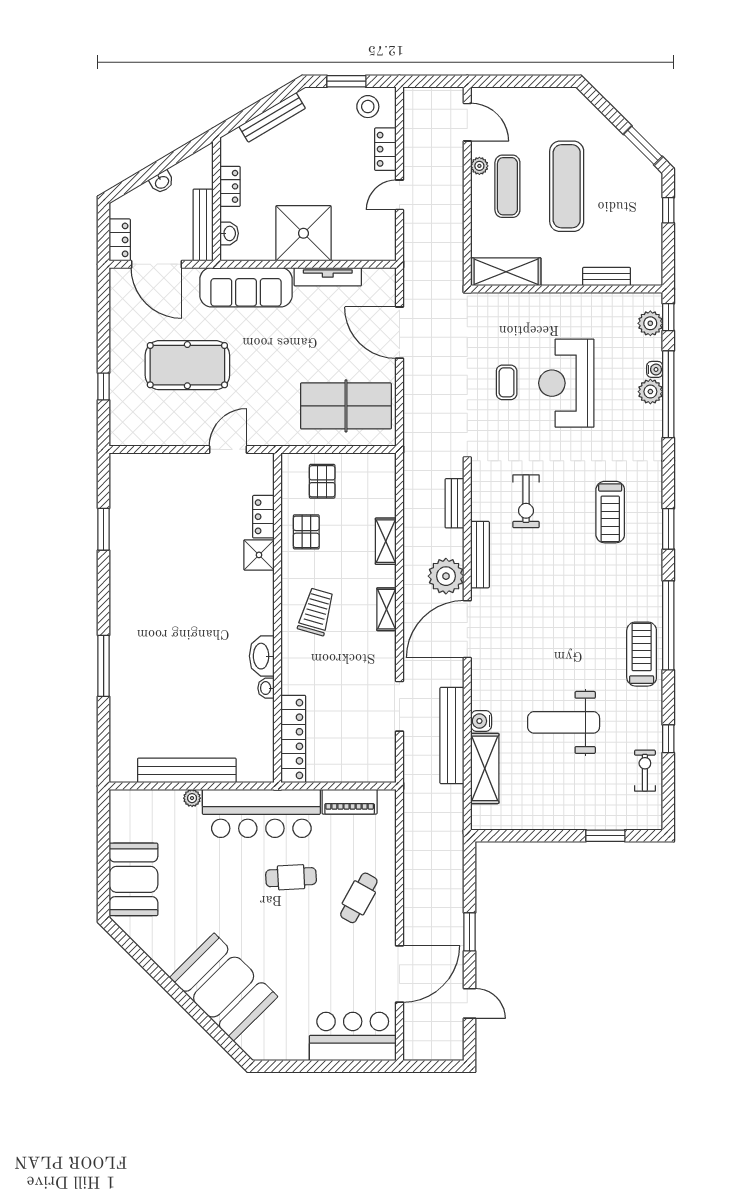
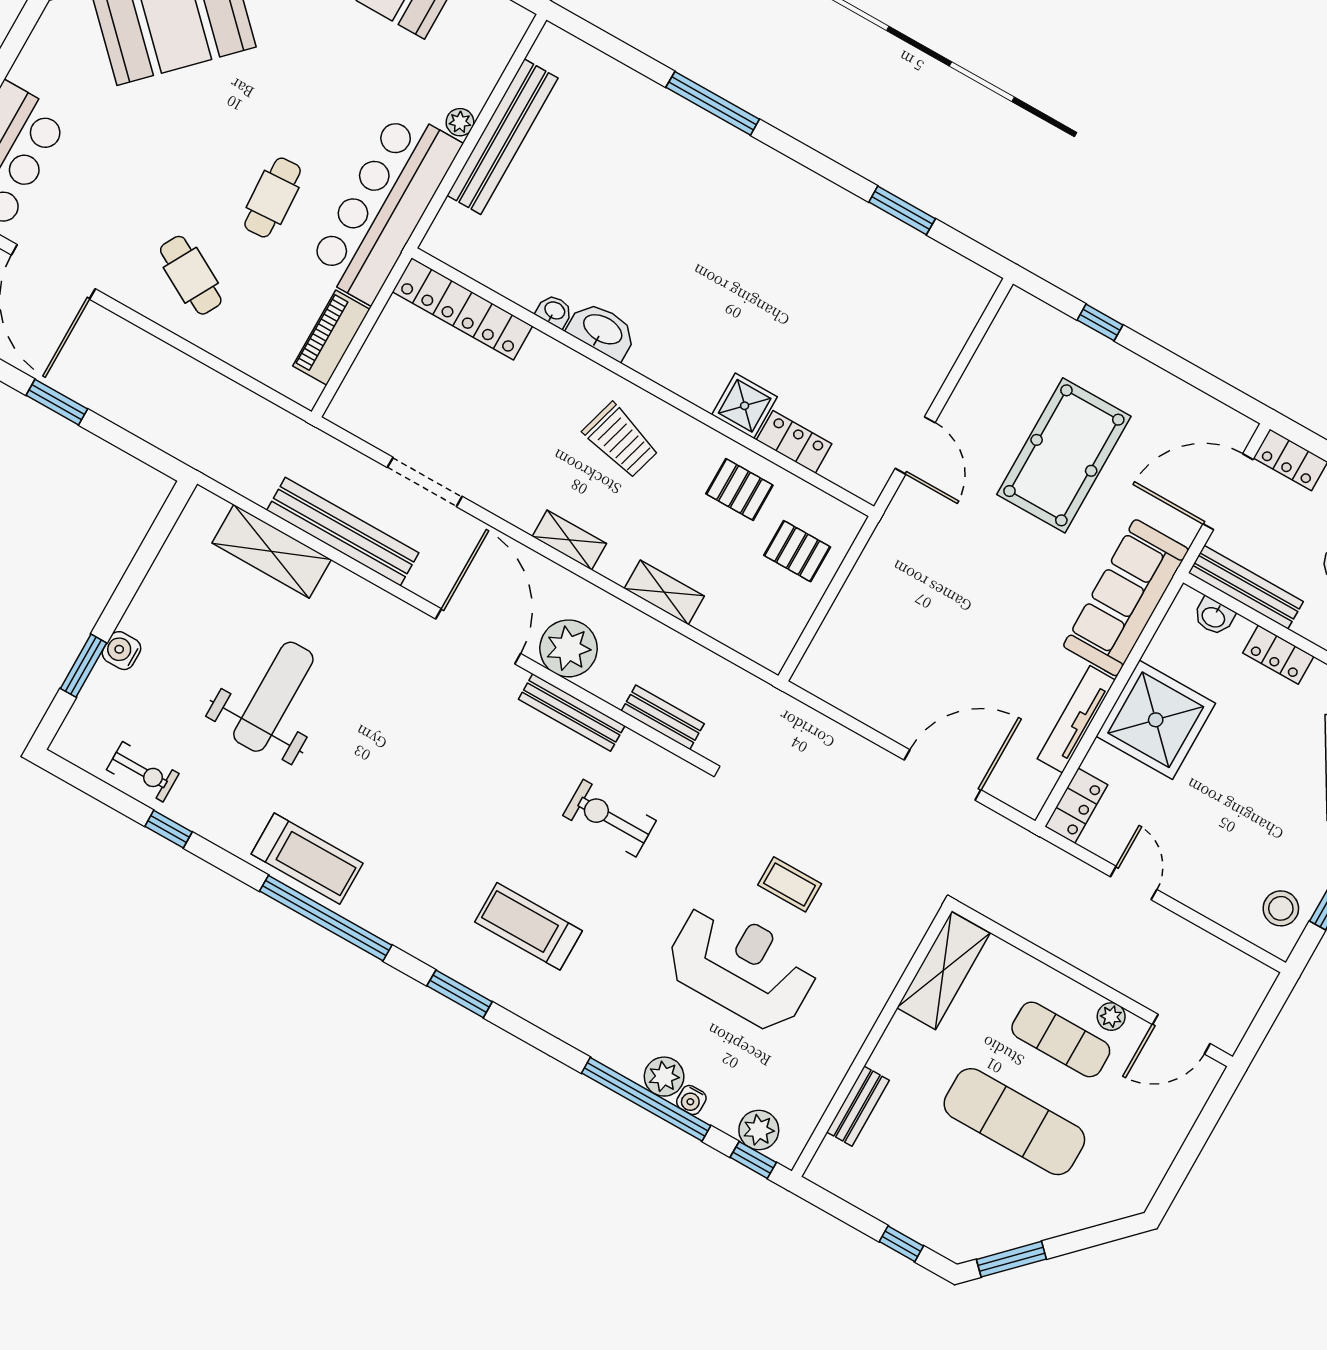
locker: (385, 149) -> (1076, 806), moved, turned 90
table tennis table: (346, 406) -> (883, 643), removed
water cooler: (481, 721) -> (121, 651), moved, turned -90

